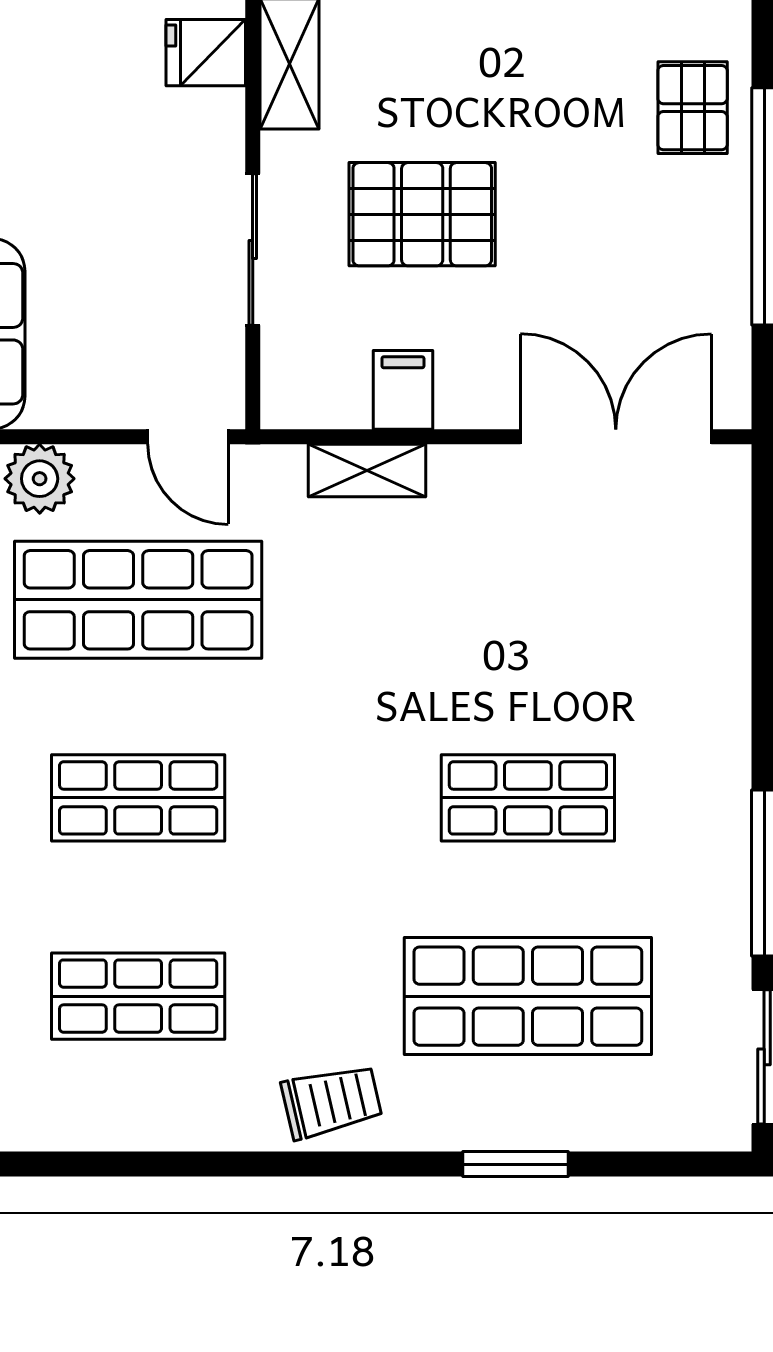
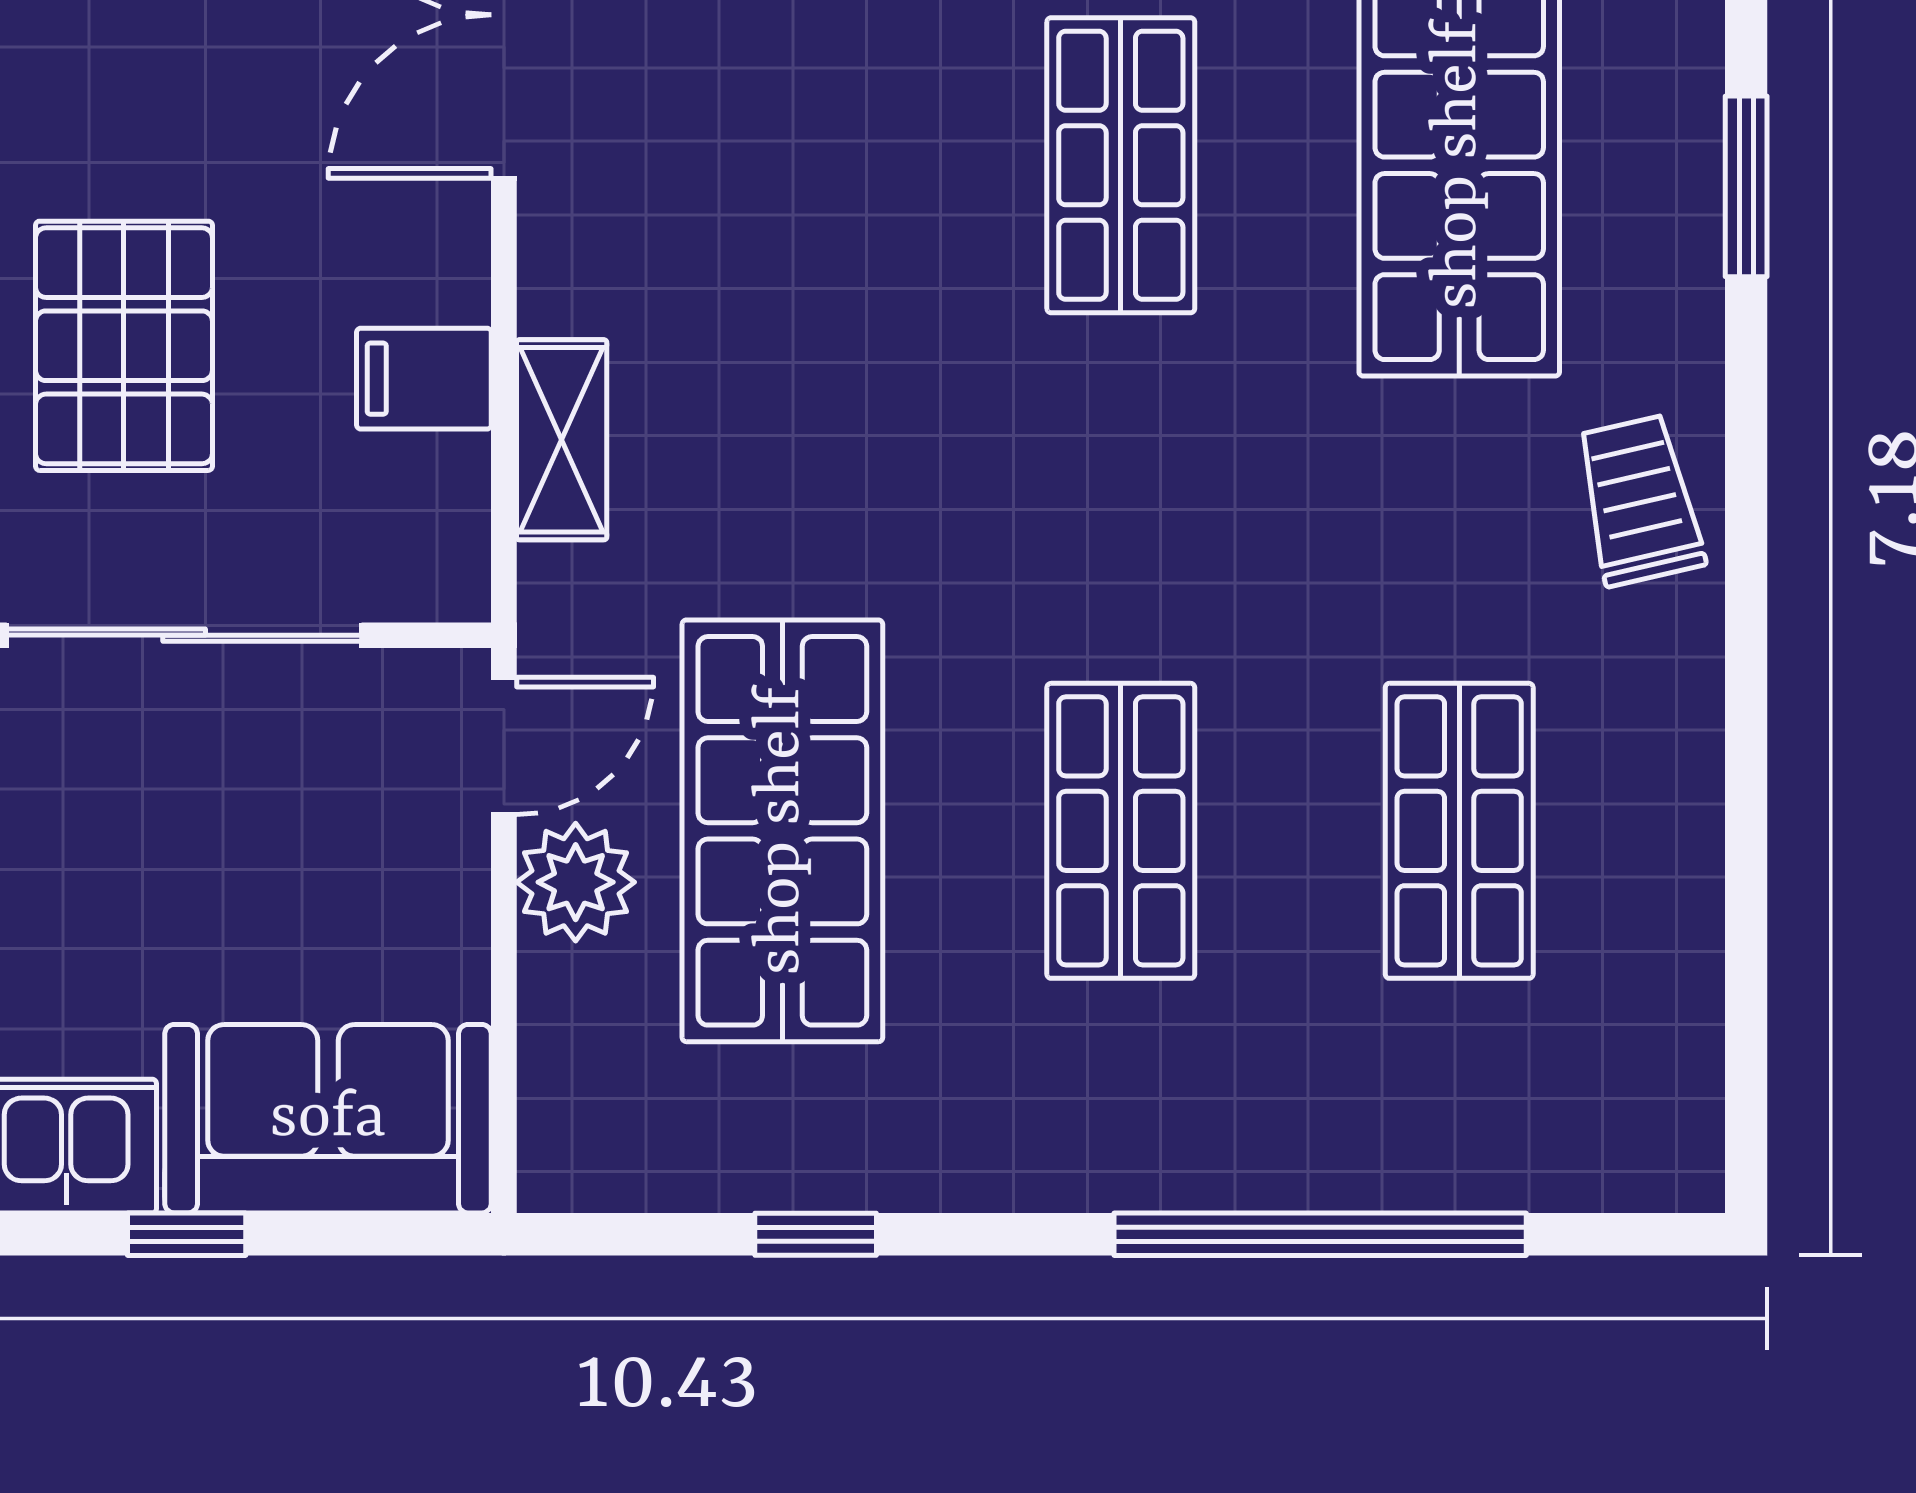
sliding door: (253, 249) -> (184, 635), width x1.37
plant: (40, 479) -> (576, 882), moved

